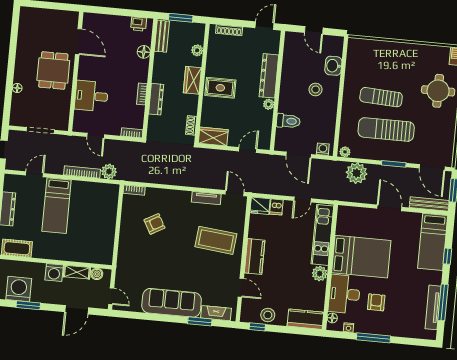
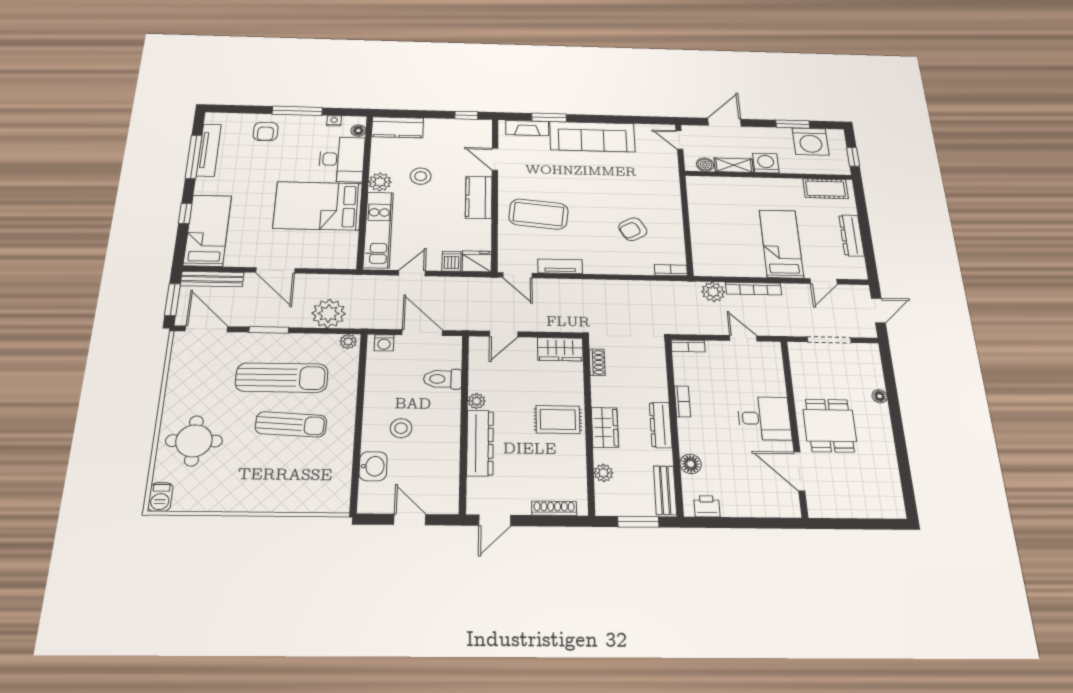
desk: (91, 96) -> (764, 418), moved
dresser: (156, 99) -> (661, 425), moved
armchair: (376, 302) -> (266, 131), moved
stool: (268, 315) -> (421, 176), moved

